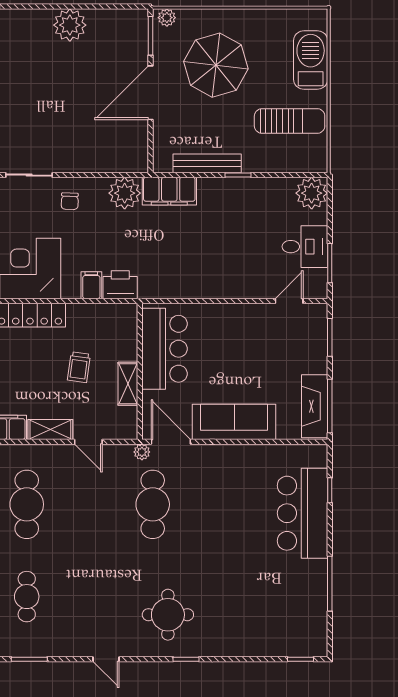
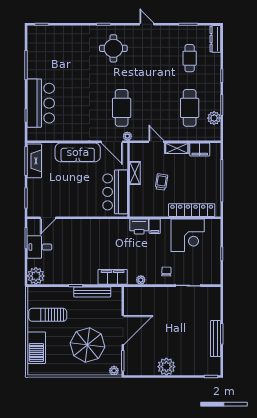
plant: (125, 193) -> (141, 280), width x0.53, depth x0.53

